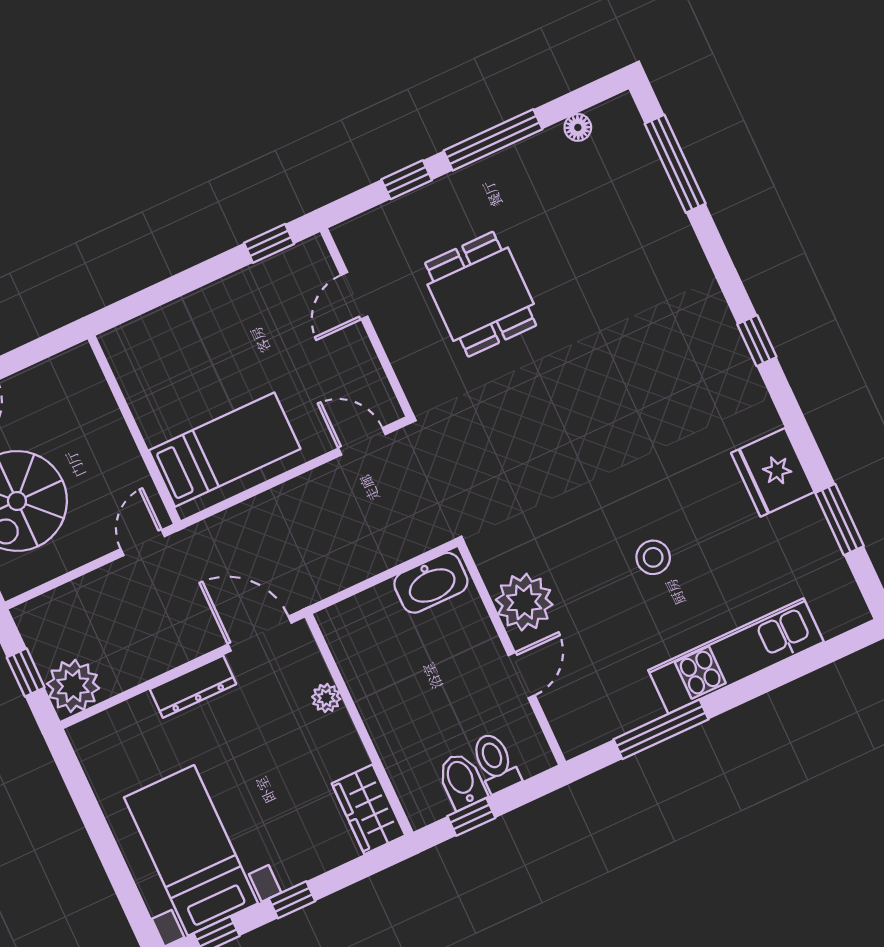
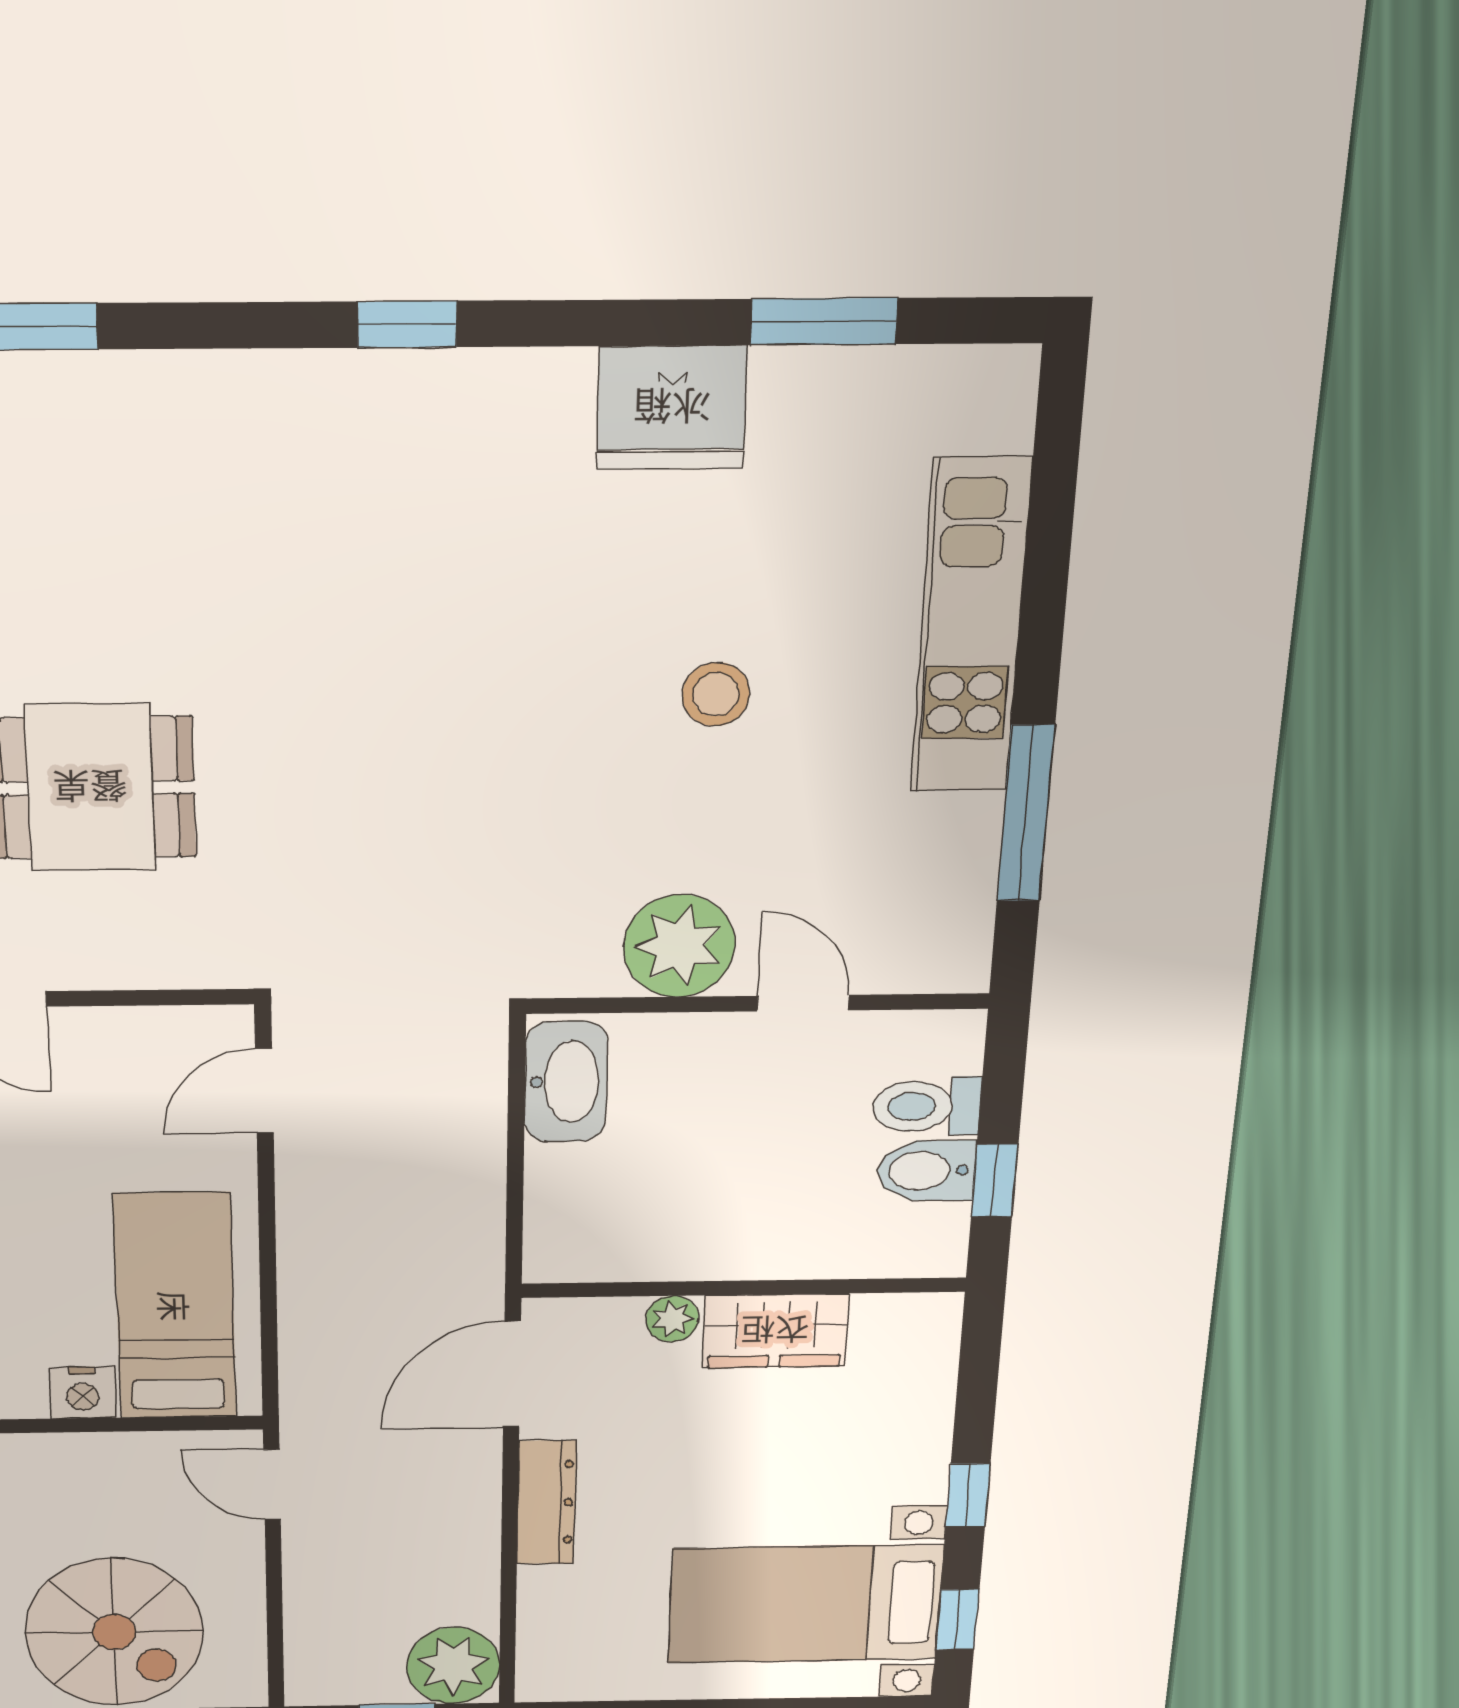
nightstand: (155, 425) -> (83, 1393), added
wardrobe: (368, 809) -> (775, 1331), moved

